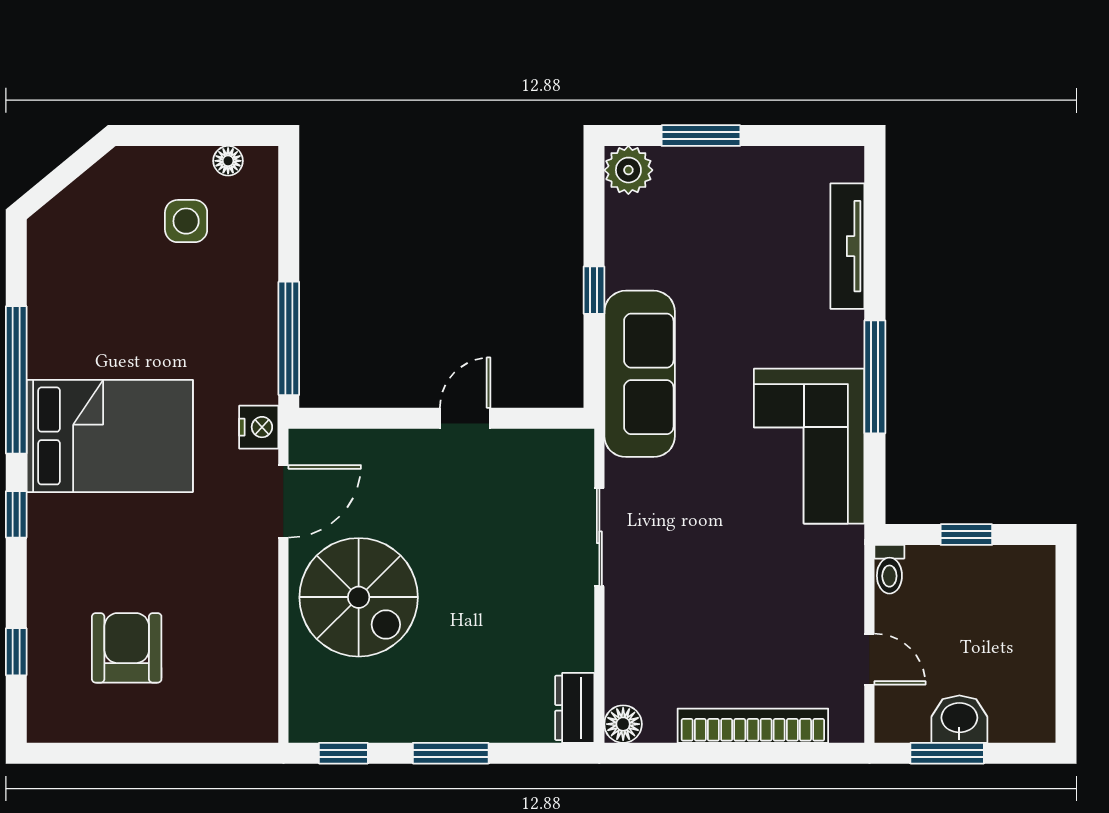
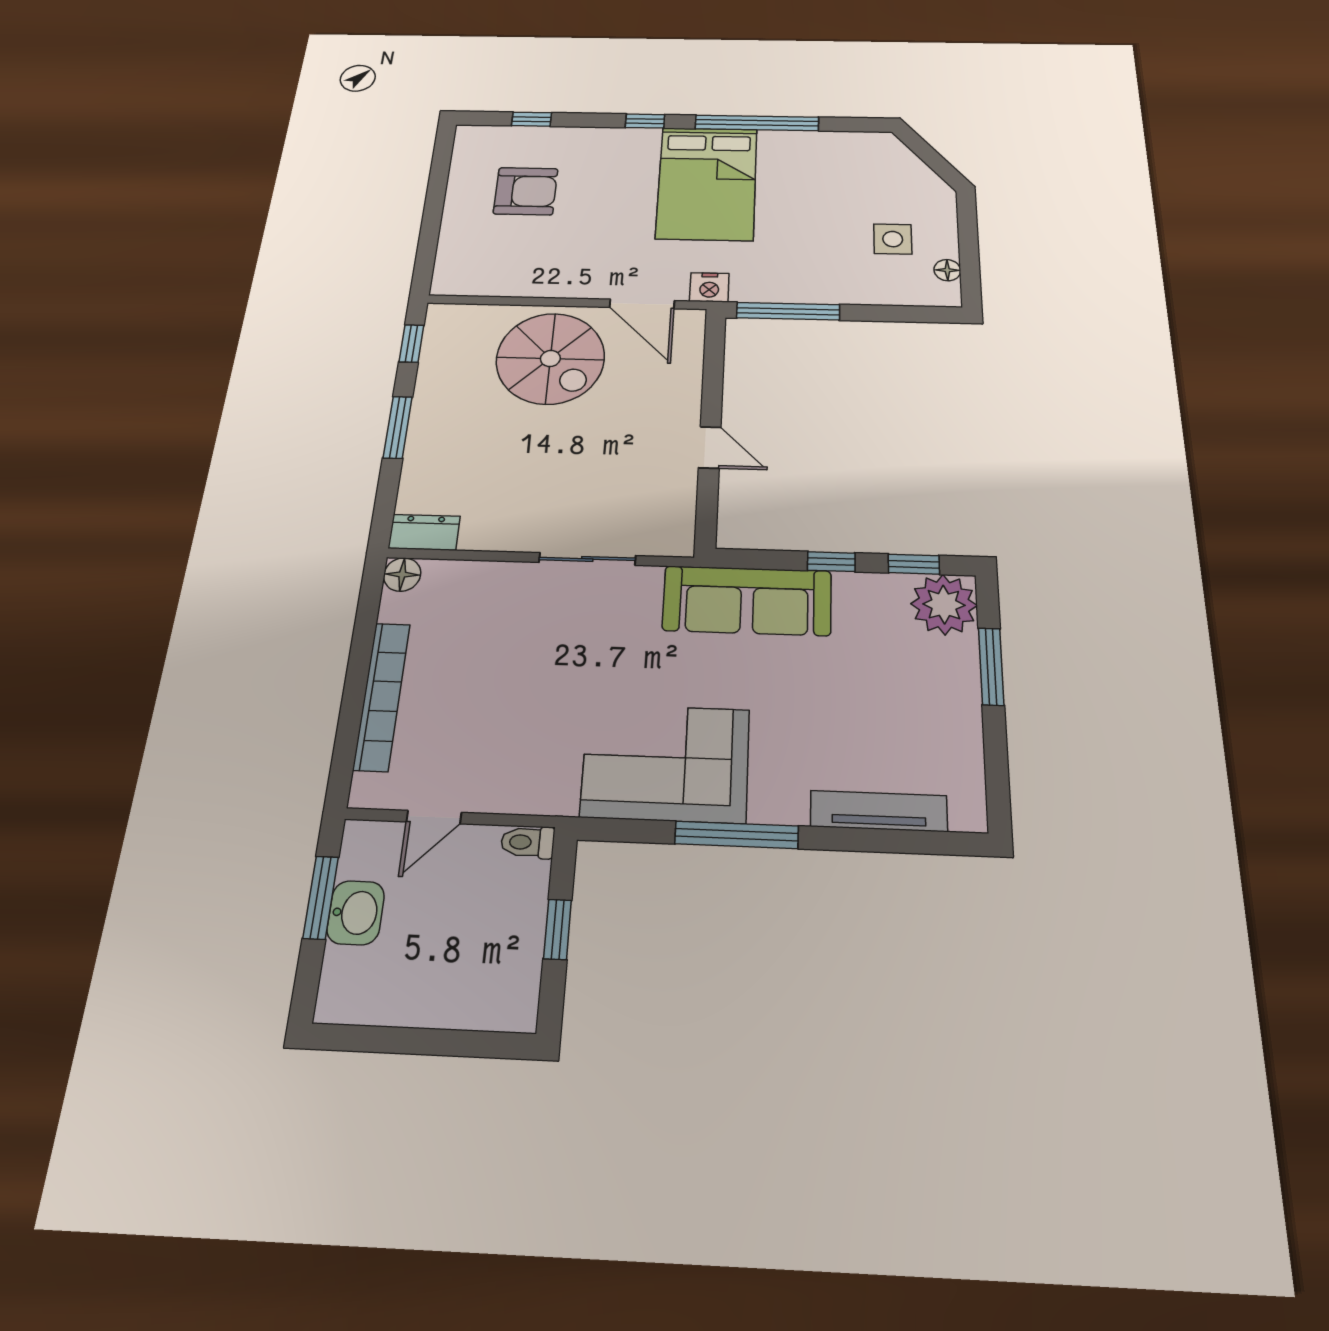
plant: (628, 170) -> (944, 605), width x1.36, depth x1.36
window: (594, 207) -> (914, 564), added
spiral stairs: (359, 597) -> (550, 358), turned -90

